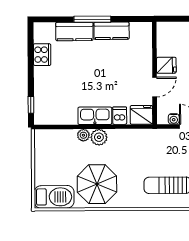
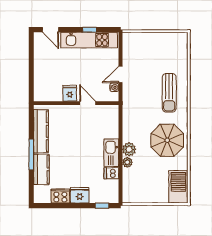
kitchen counter: (112, 31) -> (41, 131), width x1.50
fridge: (141, 115) -> (80, 195), moved, turned 90
dishwasher: (120, 116) -> (111, 173), moved
parasol: (97, 184) -> (167, 140), moved

